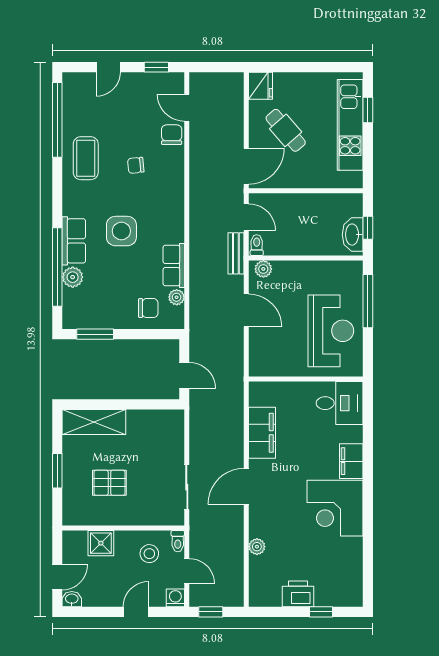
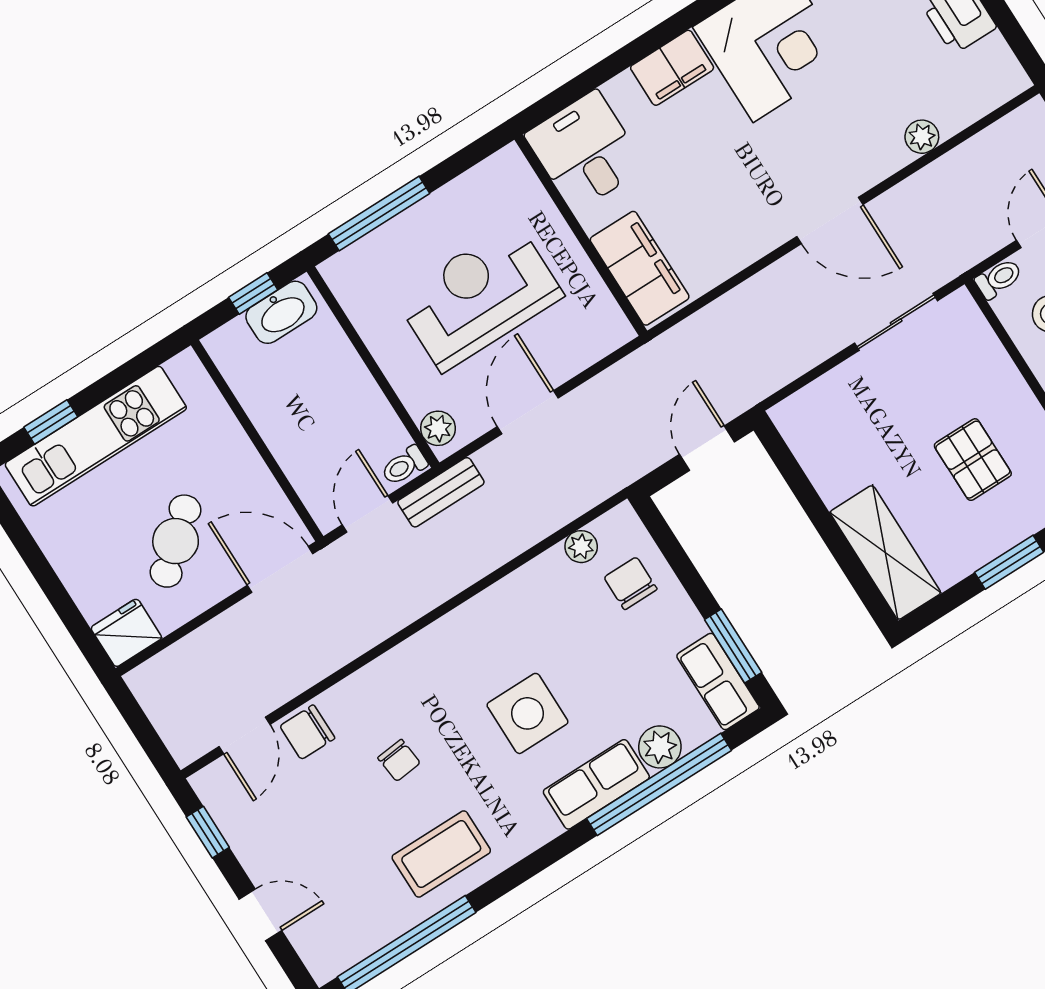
row of seats: (174, 265) -> (718, 681), moved, turned 90
reception desk: (331, 331) -> (479, 296), moved
filing cabinet: (262, 433) -> (640, 268), moved, turned 90

